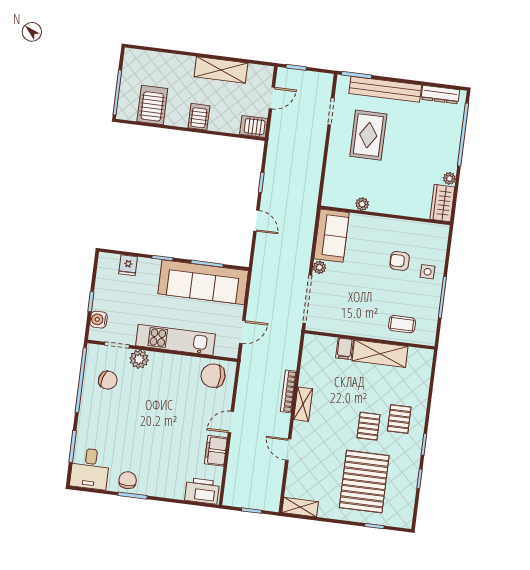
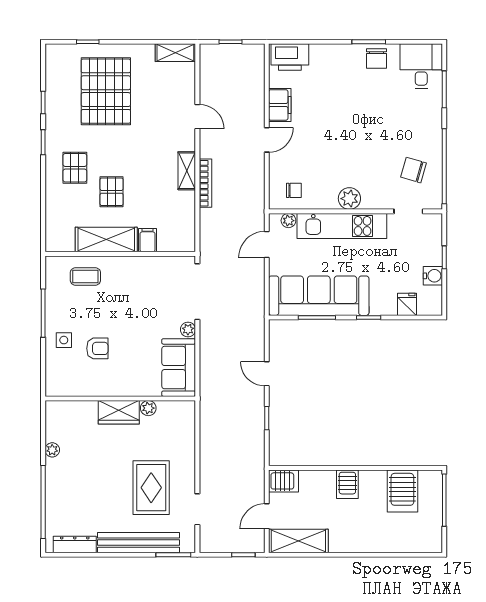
shelving: (221, 70) -> (298, 541), moved
wardrobe: (442, 203) -> (119, 412), moved, turned 90
water cooler: (99, 320) -> (433, 276), moved
plant: (221, 350) -> (288, 221), added
plant: (139, 359) -> (349, 199), moved
chair: (213, 376) -> (294, 190), width x0.54, depth x0.54
pallet: (369, 426) -> (112, 192), moved

